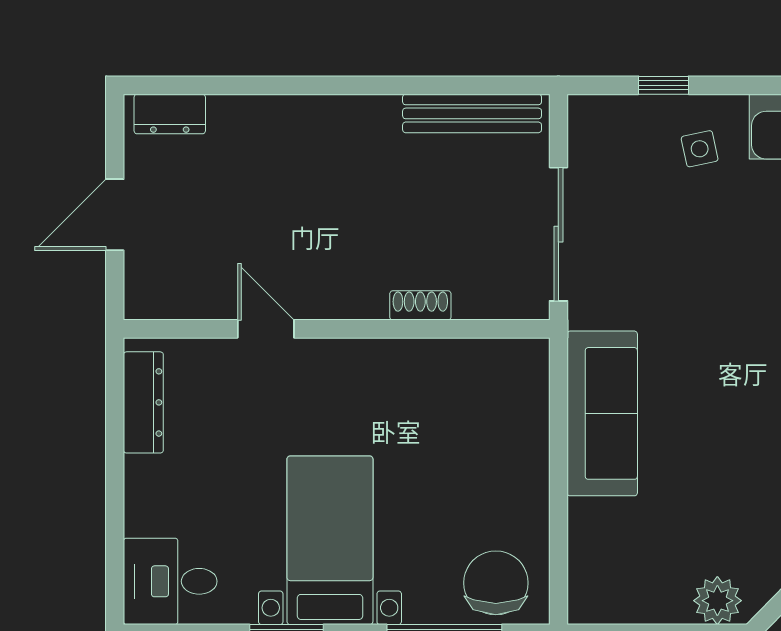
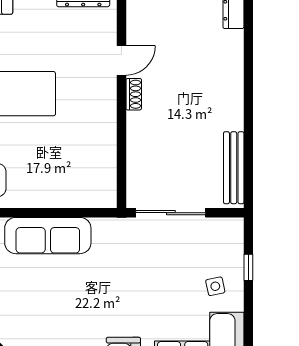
shoe rack: (420, 305) -> (134, 94), moved
sofa: (602, 413) -> (48, 236), moved

